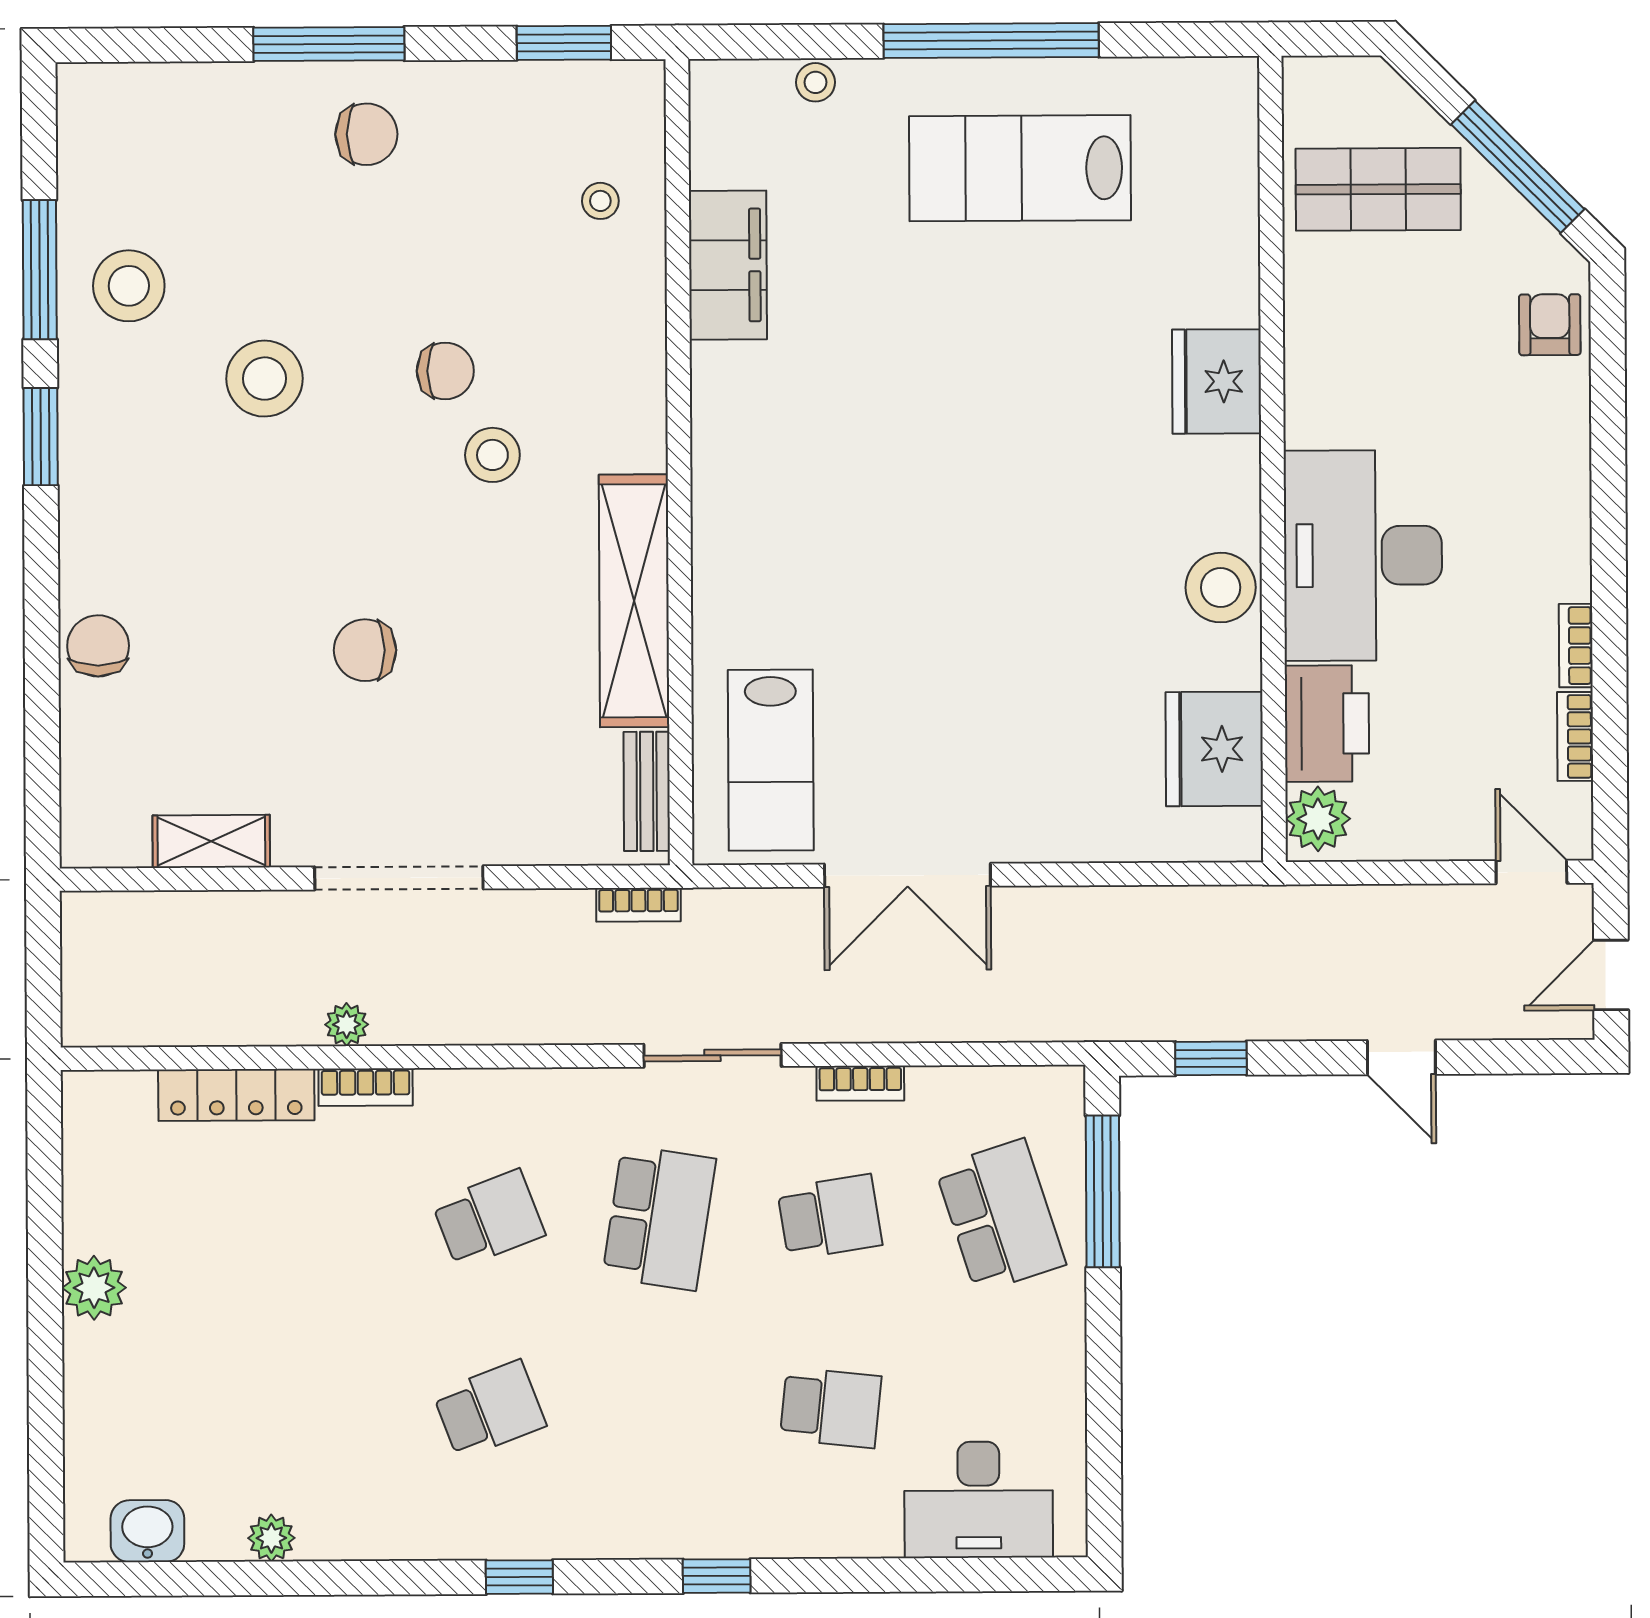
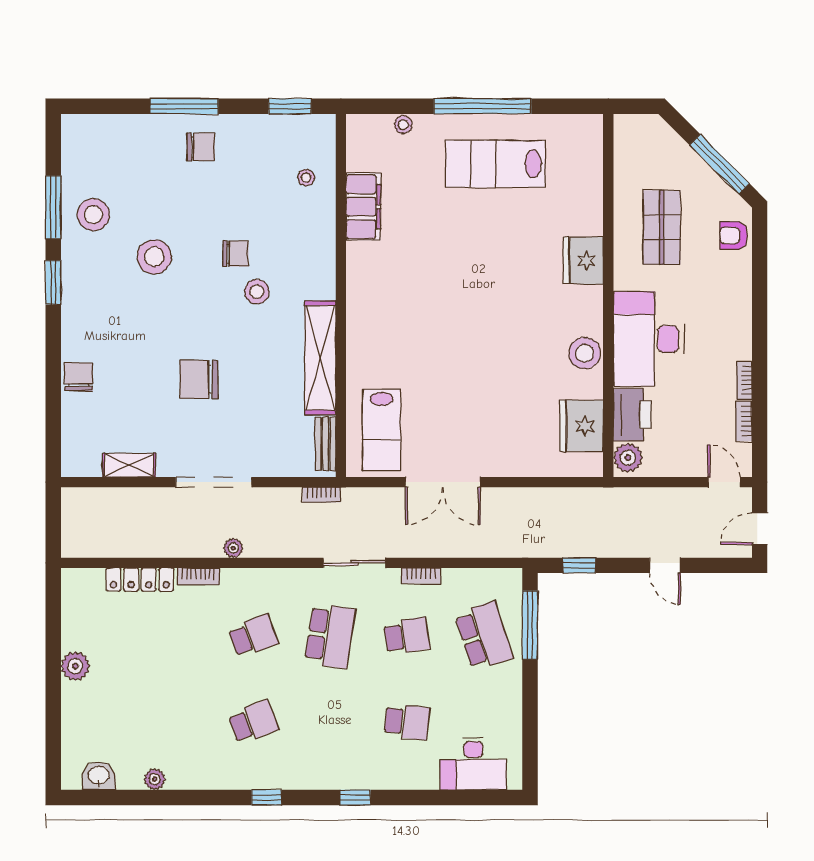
shop shelf: (1378, 189) -> (662, 227), moved, turned 90
armchair: (1550, 325) -> (734, 236), turned -90
chair: (365, 650) -> (199, 379), width x1.37, depth x1.37
plant: (347, 1024) -> (233, 548), moved

